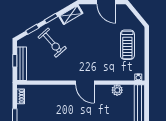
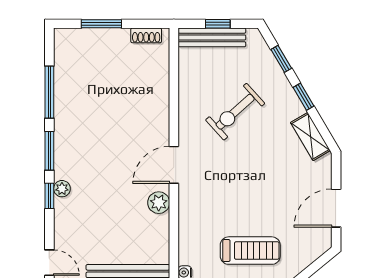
exercise bike: (52, 43) -> (235, 112), moved
treadmill: (127, 45) -> (250, 251), turned 180
plant: (117, 90) -> (159, 203), moved

